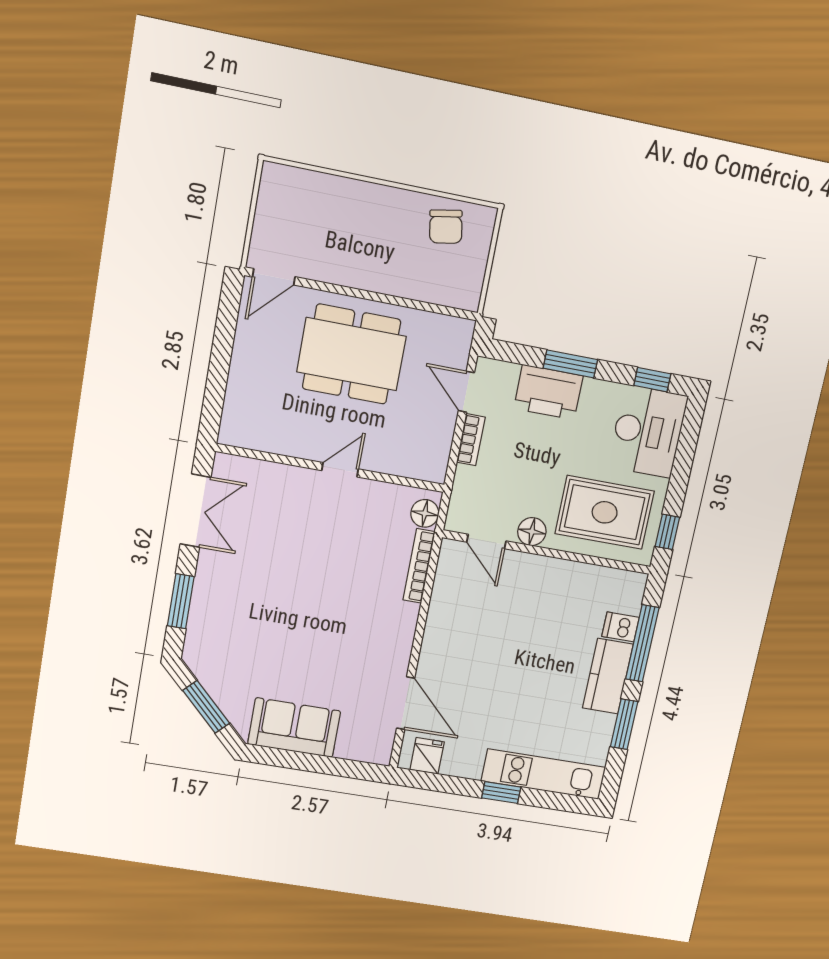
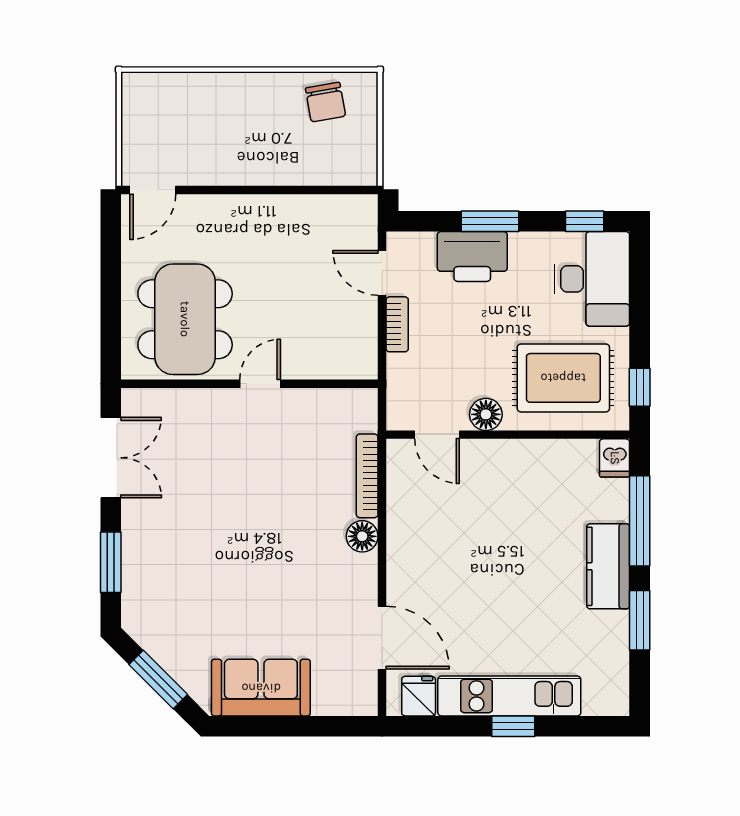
dining table: (352, 354) -> (185, 319), moved, turned 90
floor lamp: (425, 513) -> (362, 536), moved
dishwasher: (621, 627) -> (615, 458), moved, turned -90
kitchen unit: (544, 774) -> (509, 696), moved

